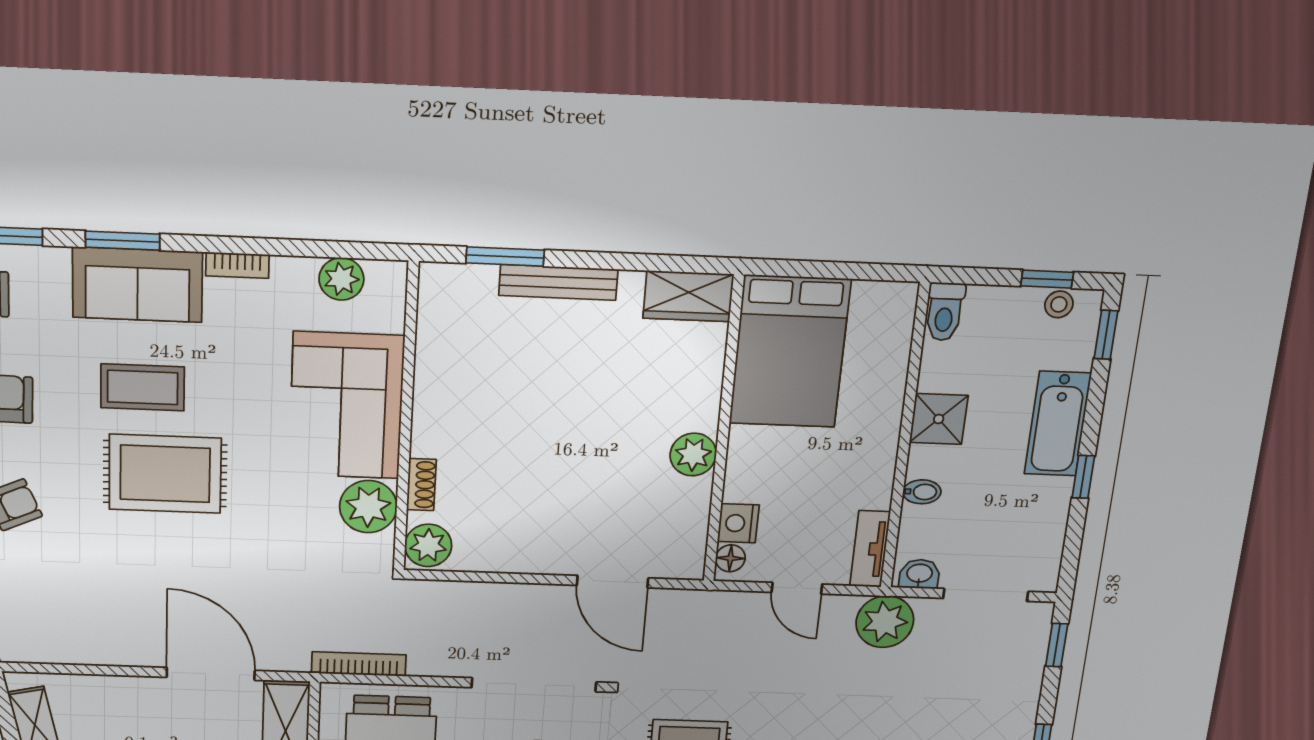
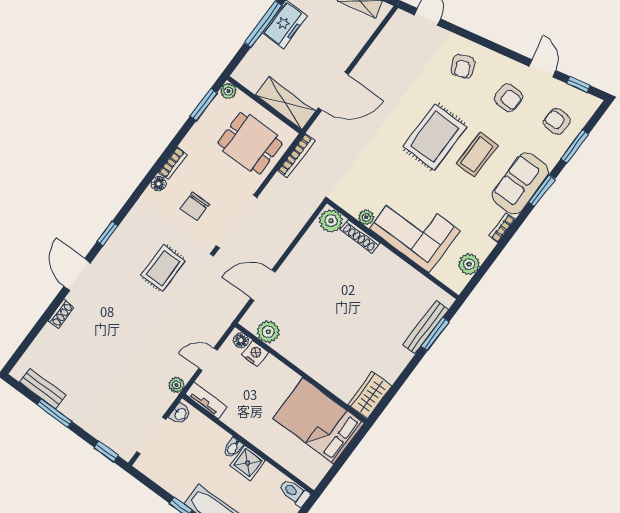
bench: (558, 282) -> (426, 327), moved
plant: (693, 454) -> (268, 332), moved
shoe rack: (421, 485) -> (360, 236), width x1.43
bidet: (922, 492) -> (233, 448), moved
plant: (368, 507) -> (366, 217), width x0.53, depth x0.53
plant: (885, 622) -> (176, 385), width x0.53, depth x0.53

